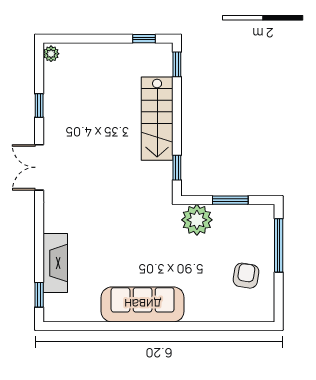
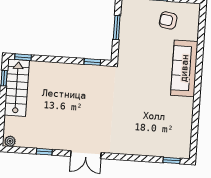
stairs: (157, 119) -> (17, 88), moved, turned -90
plant: (197, 220) -> (128, 51), removed
fireplace: (55, 263) -> (151, 148), removed
sofa: (143, 304) -> (184, 68), moved

